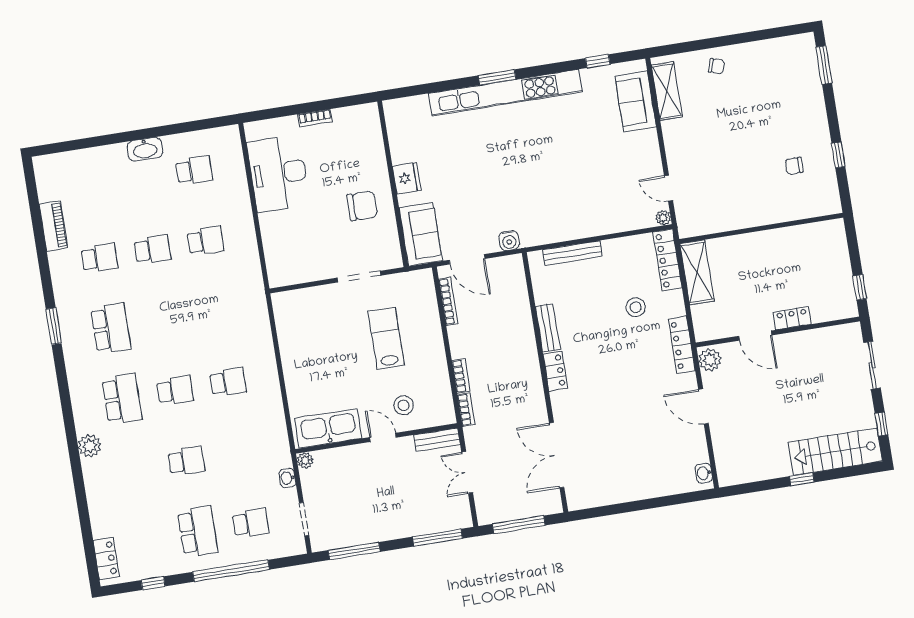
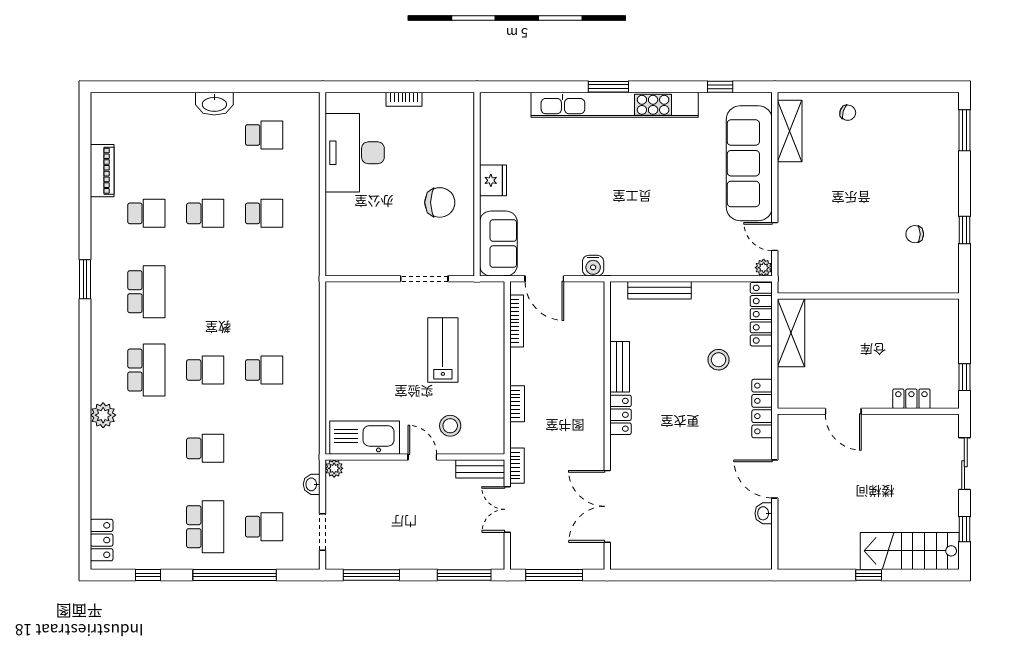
sofa: (636, 101) -> (749, 163), width x1.85, depth x1.27
locker: (792, 318) -> (911, 399), moved
plant: (710, 360) -> (790, 430), removed
bookcase: (466, 410) -> (517, 466), moved
washbasin: (704, 473) -> (764, 513), moved

